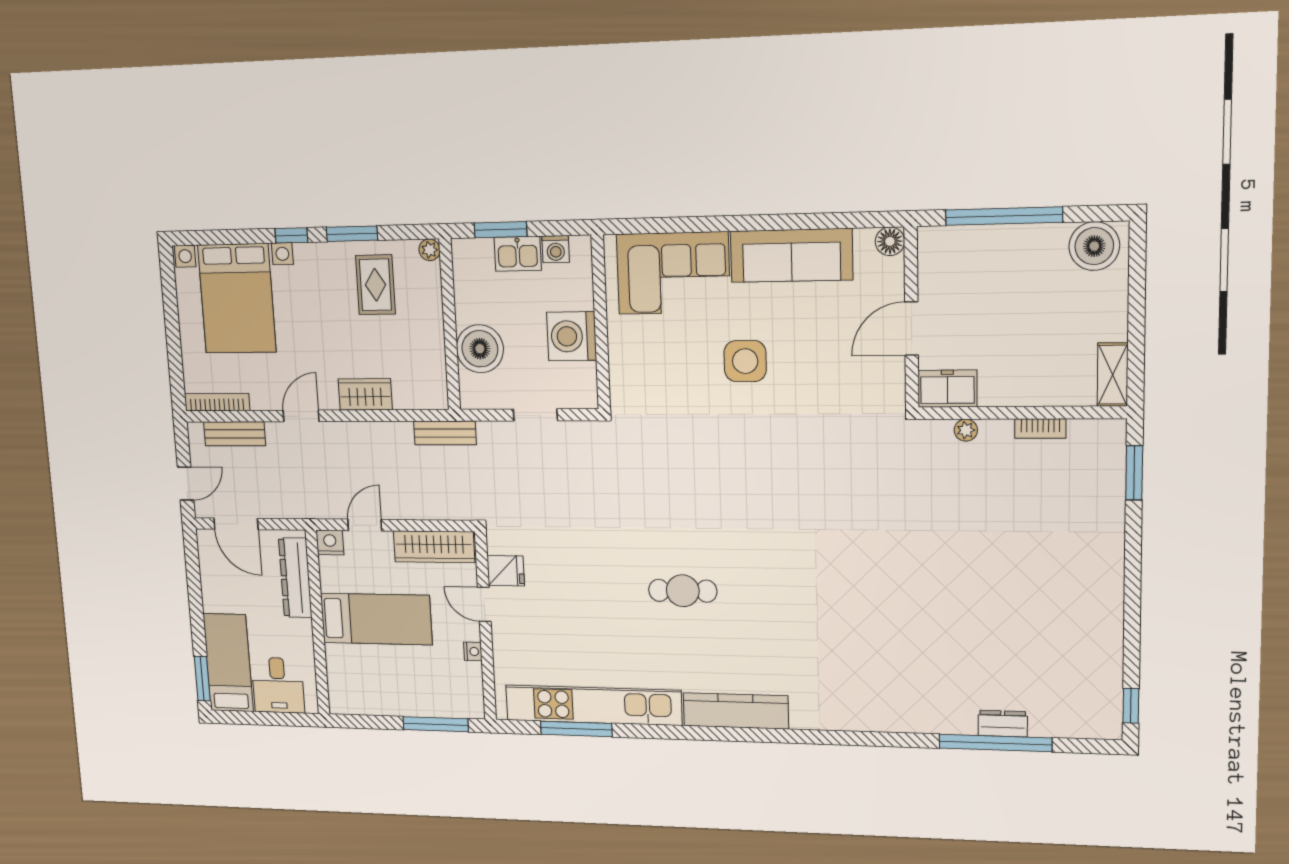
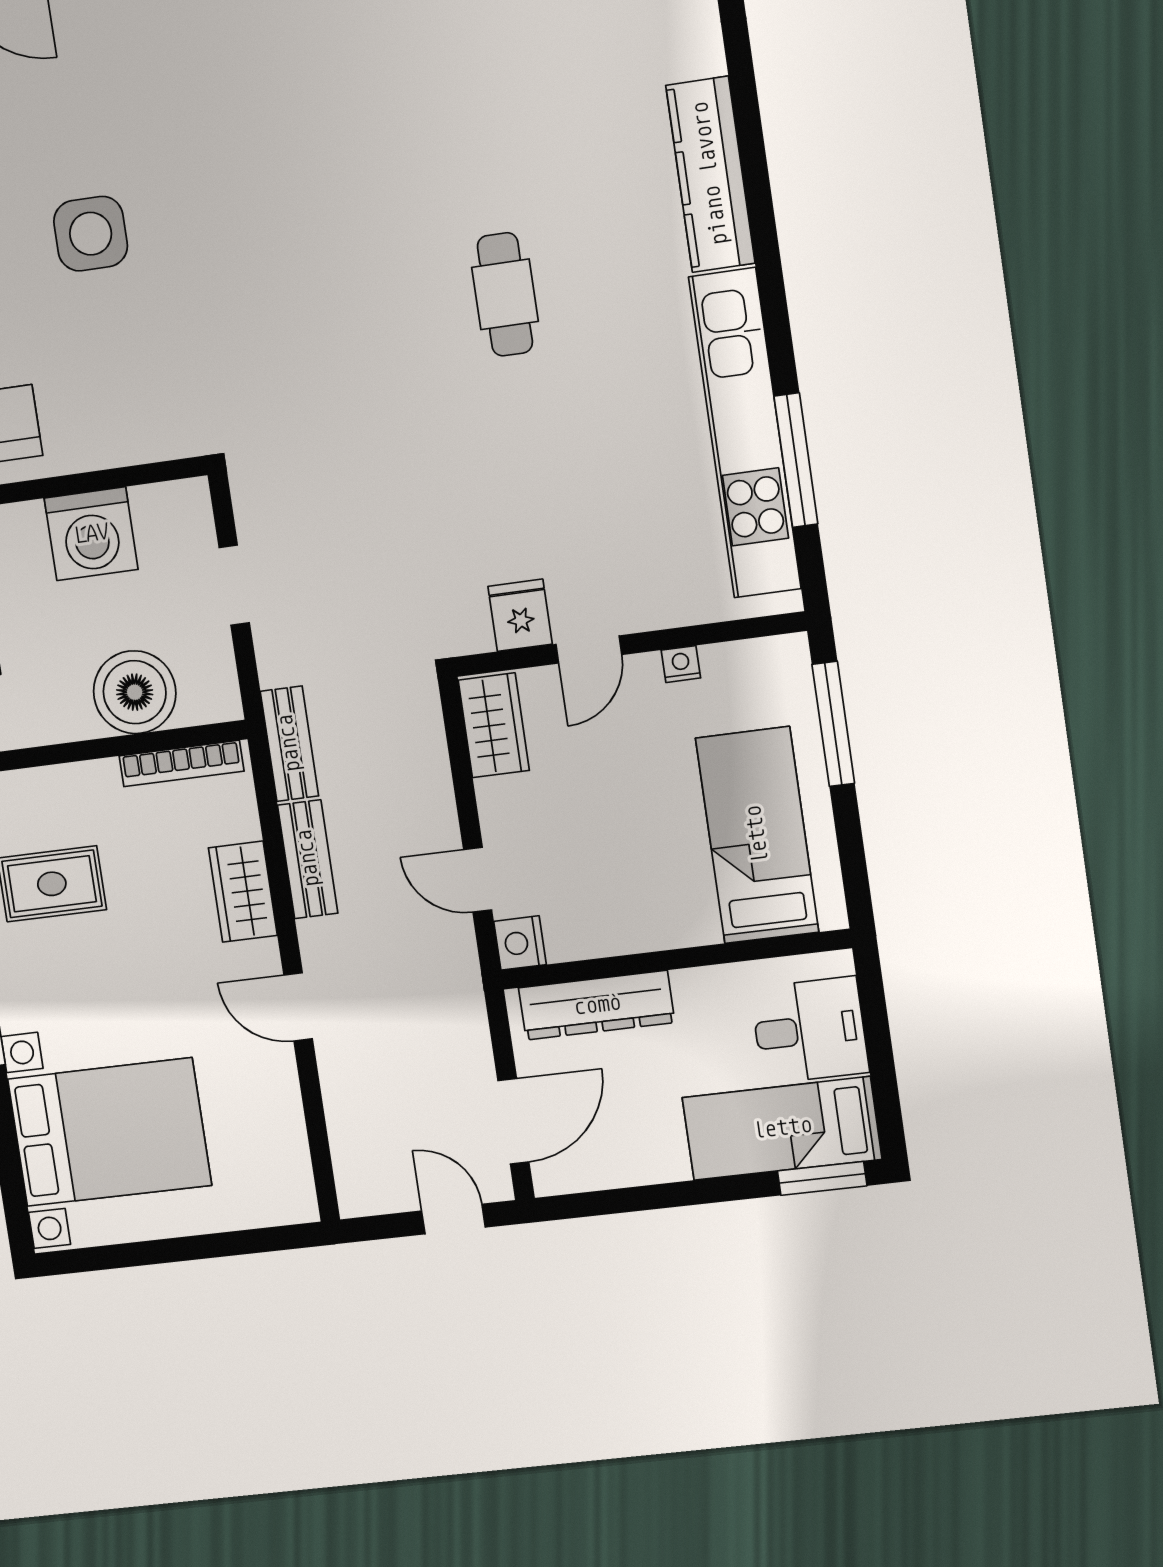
bookcase: (217, 402) -> (181, 764), moved, turned -90
bench: (235, 434) -> (308, 859), moved
wardrobe: (434, 547) -> (494, 725), width x0.67
bed: (376, 619) -> (757, 835), moved

